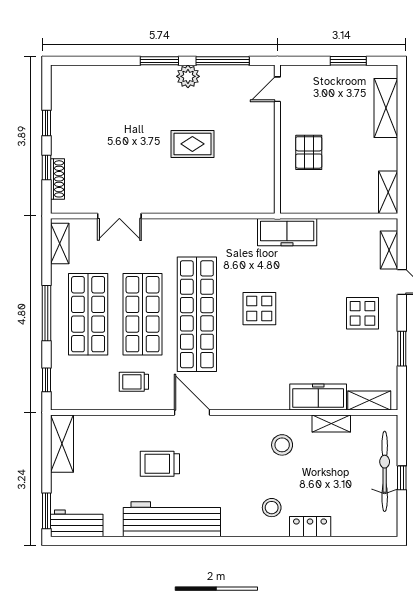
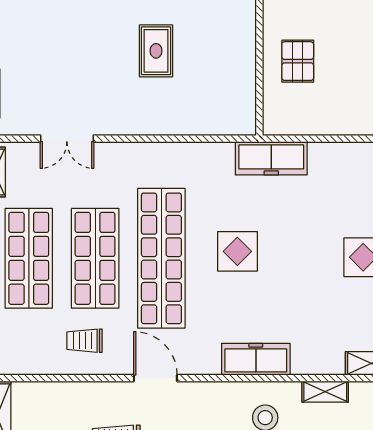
rug: (192, 144) -> (156, 51), turned 90
freezer: (318, 397) -> (256, 359), moved

